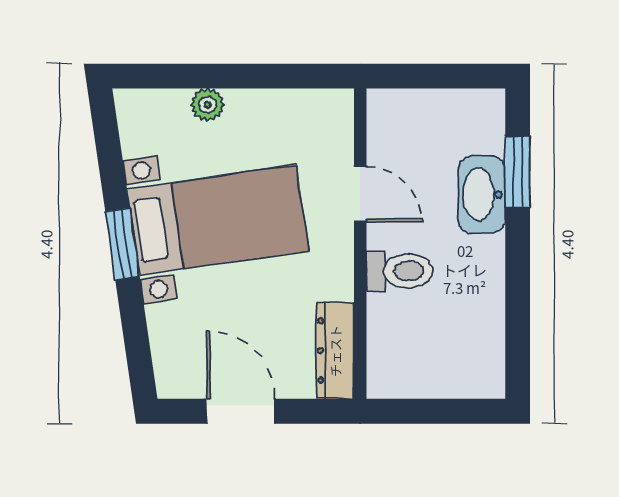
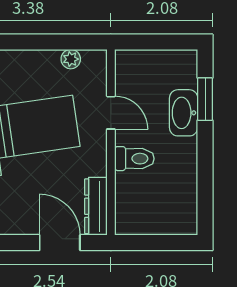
plant: (208, 105) -> (71, 59), moved
door: (241, 411) -> (60, 243), moved

